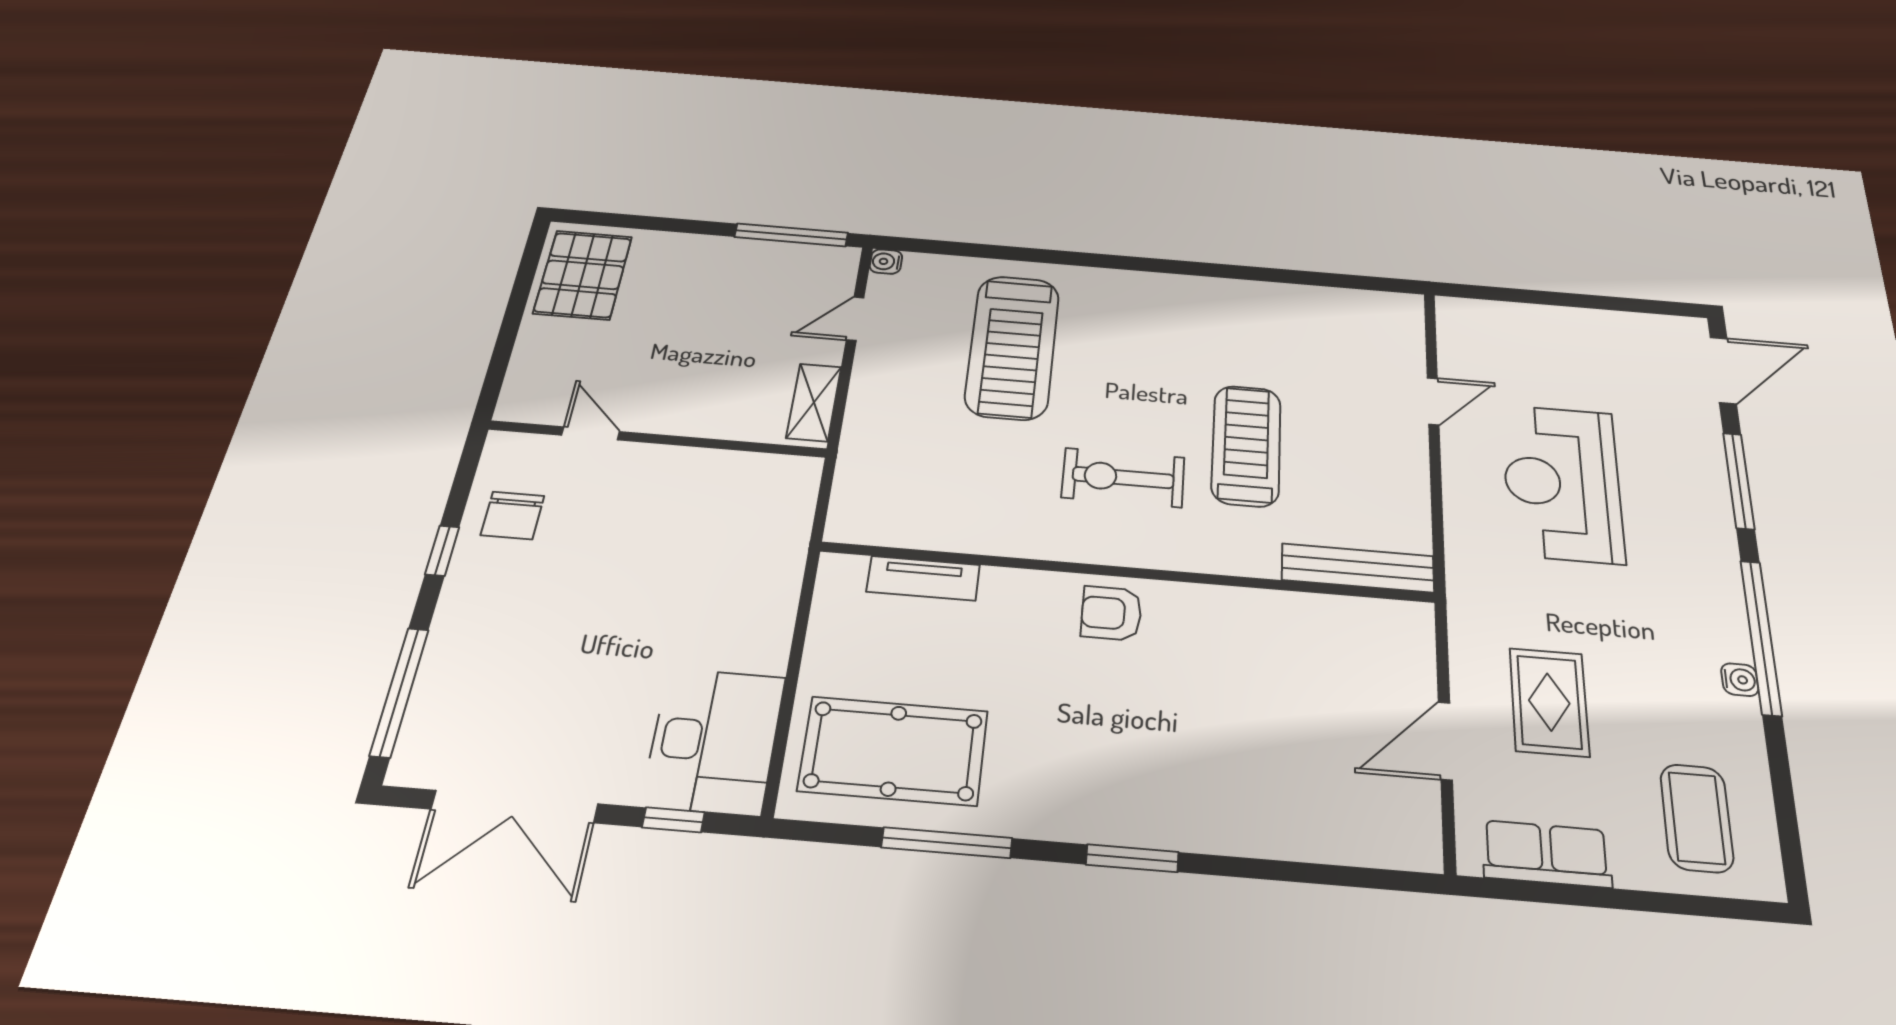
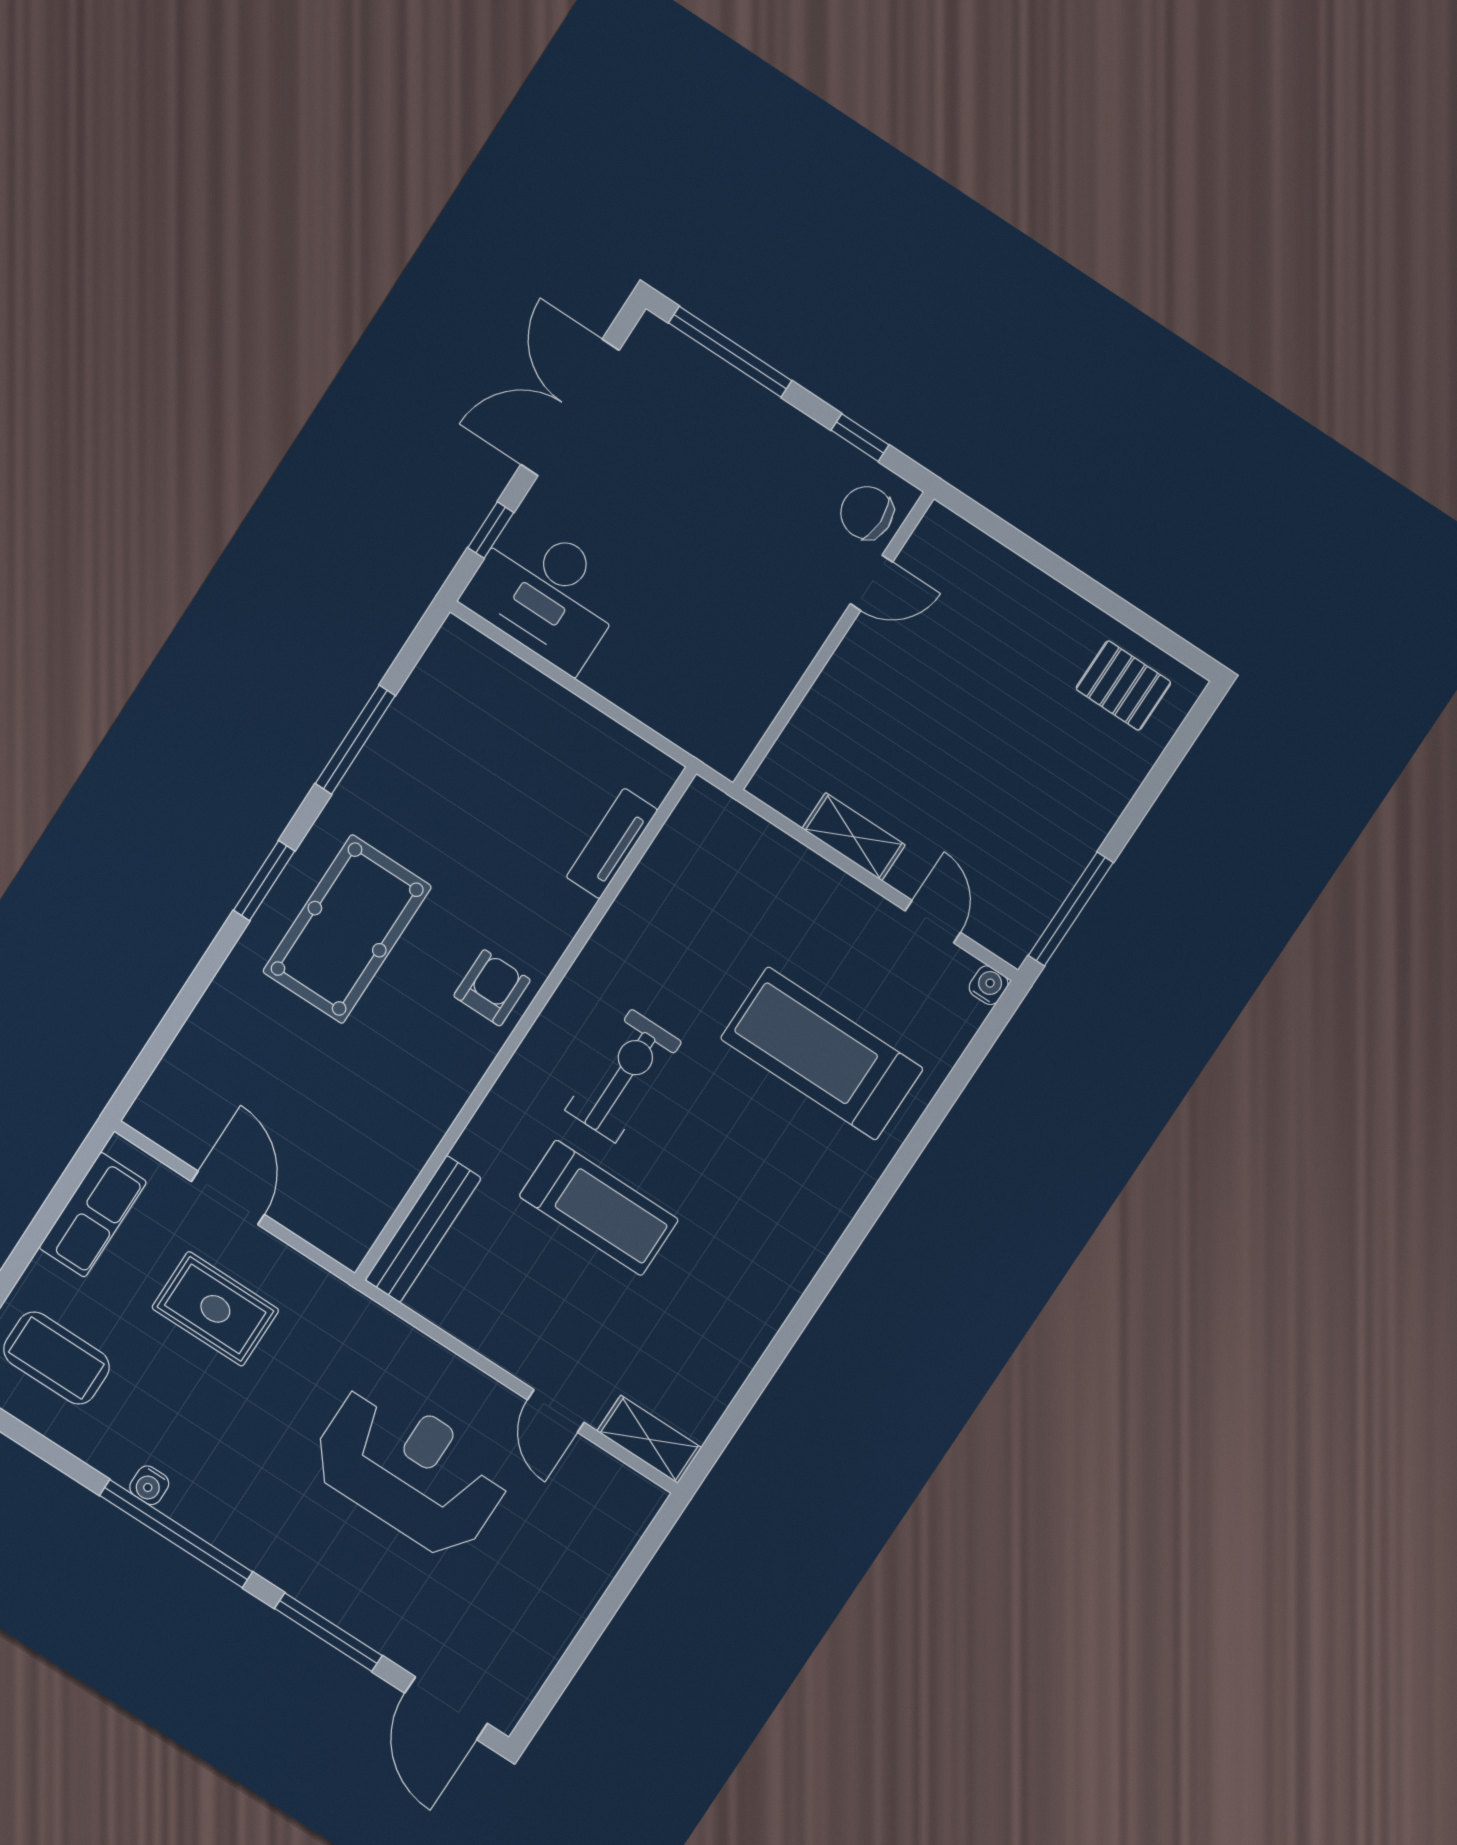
pallet: (583, 275) -> (1123, 686), width x0.67, depth x0.71
shelving: (1405, 328) -> (649, 1439), added
door: (591, 433) -> (871, 583), moved
wall: (658, 439) -> (833, 641), moved
pool table: (893, 751) -> (347, 929), moved

